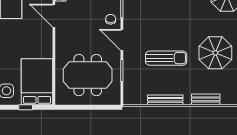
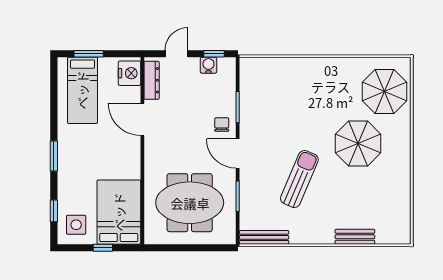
parasol: (215, 53) -> (358, 144), moved
sun lounger: (166, 58) -> (299, 179), turned -67
bench: (165, 100) -> (264, 237), moved

